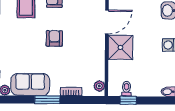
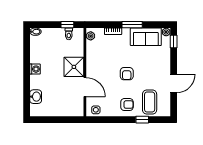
door: (107, 22) -> (85, 87), swing flipped

